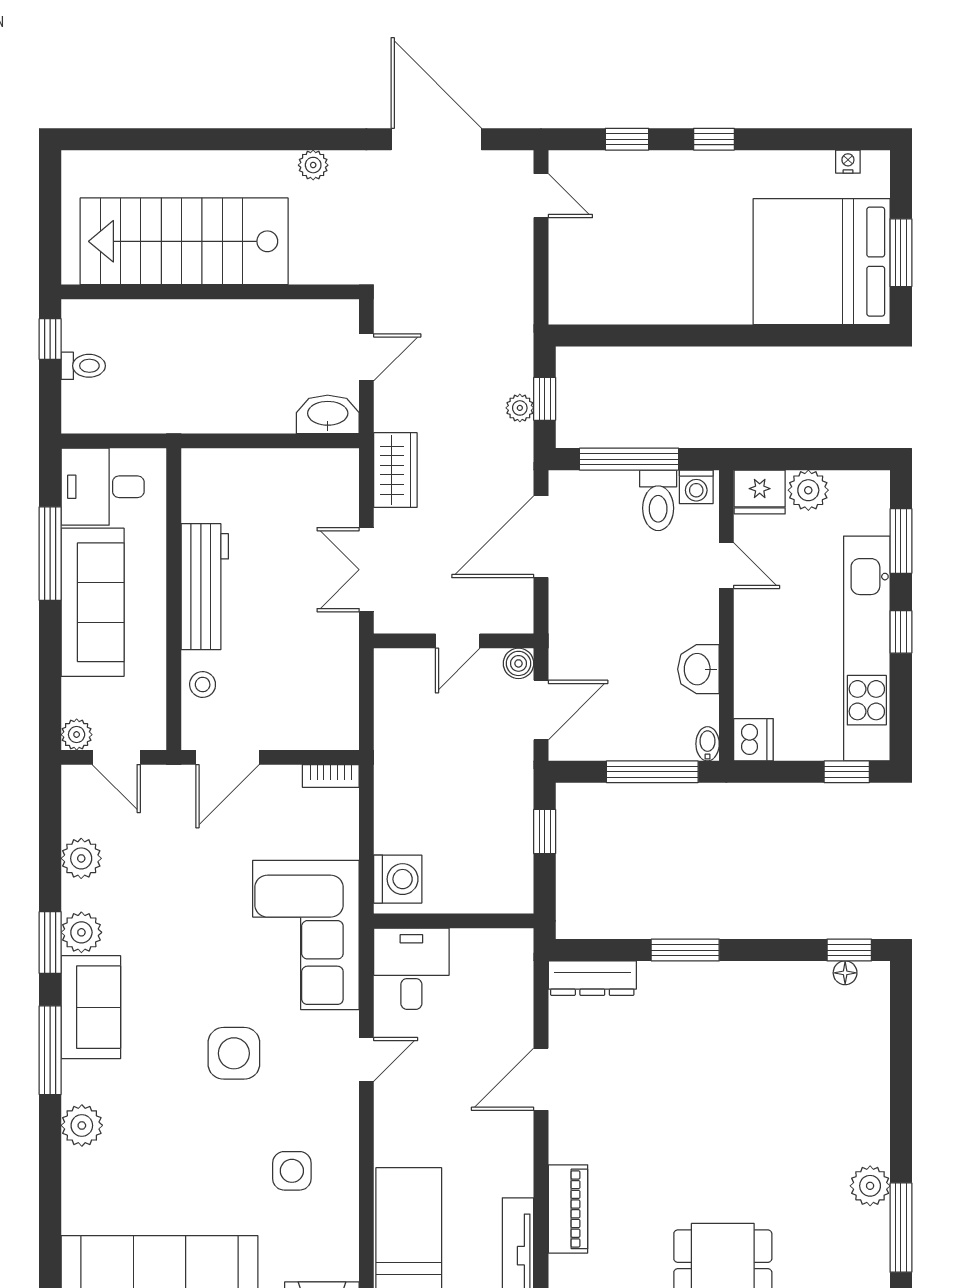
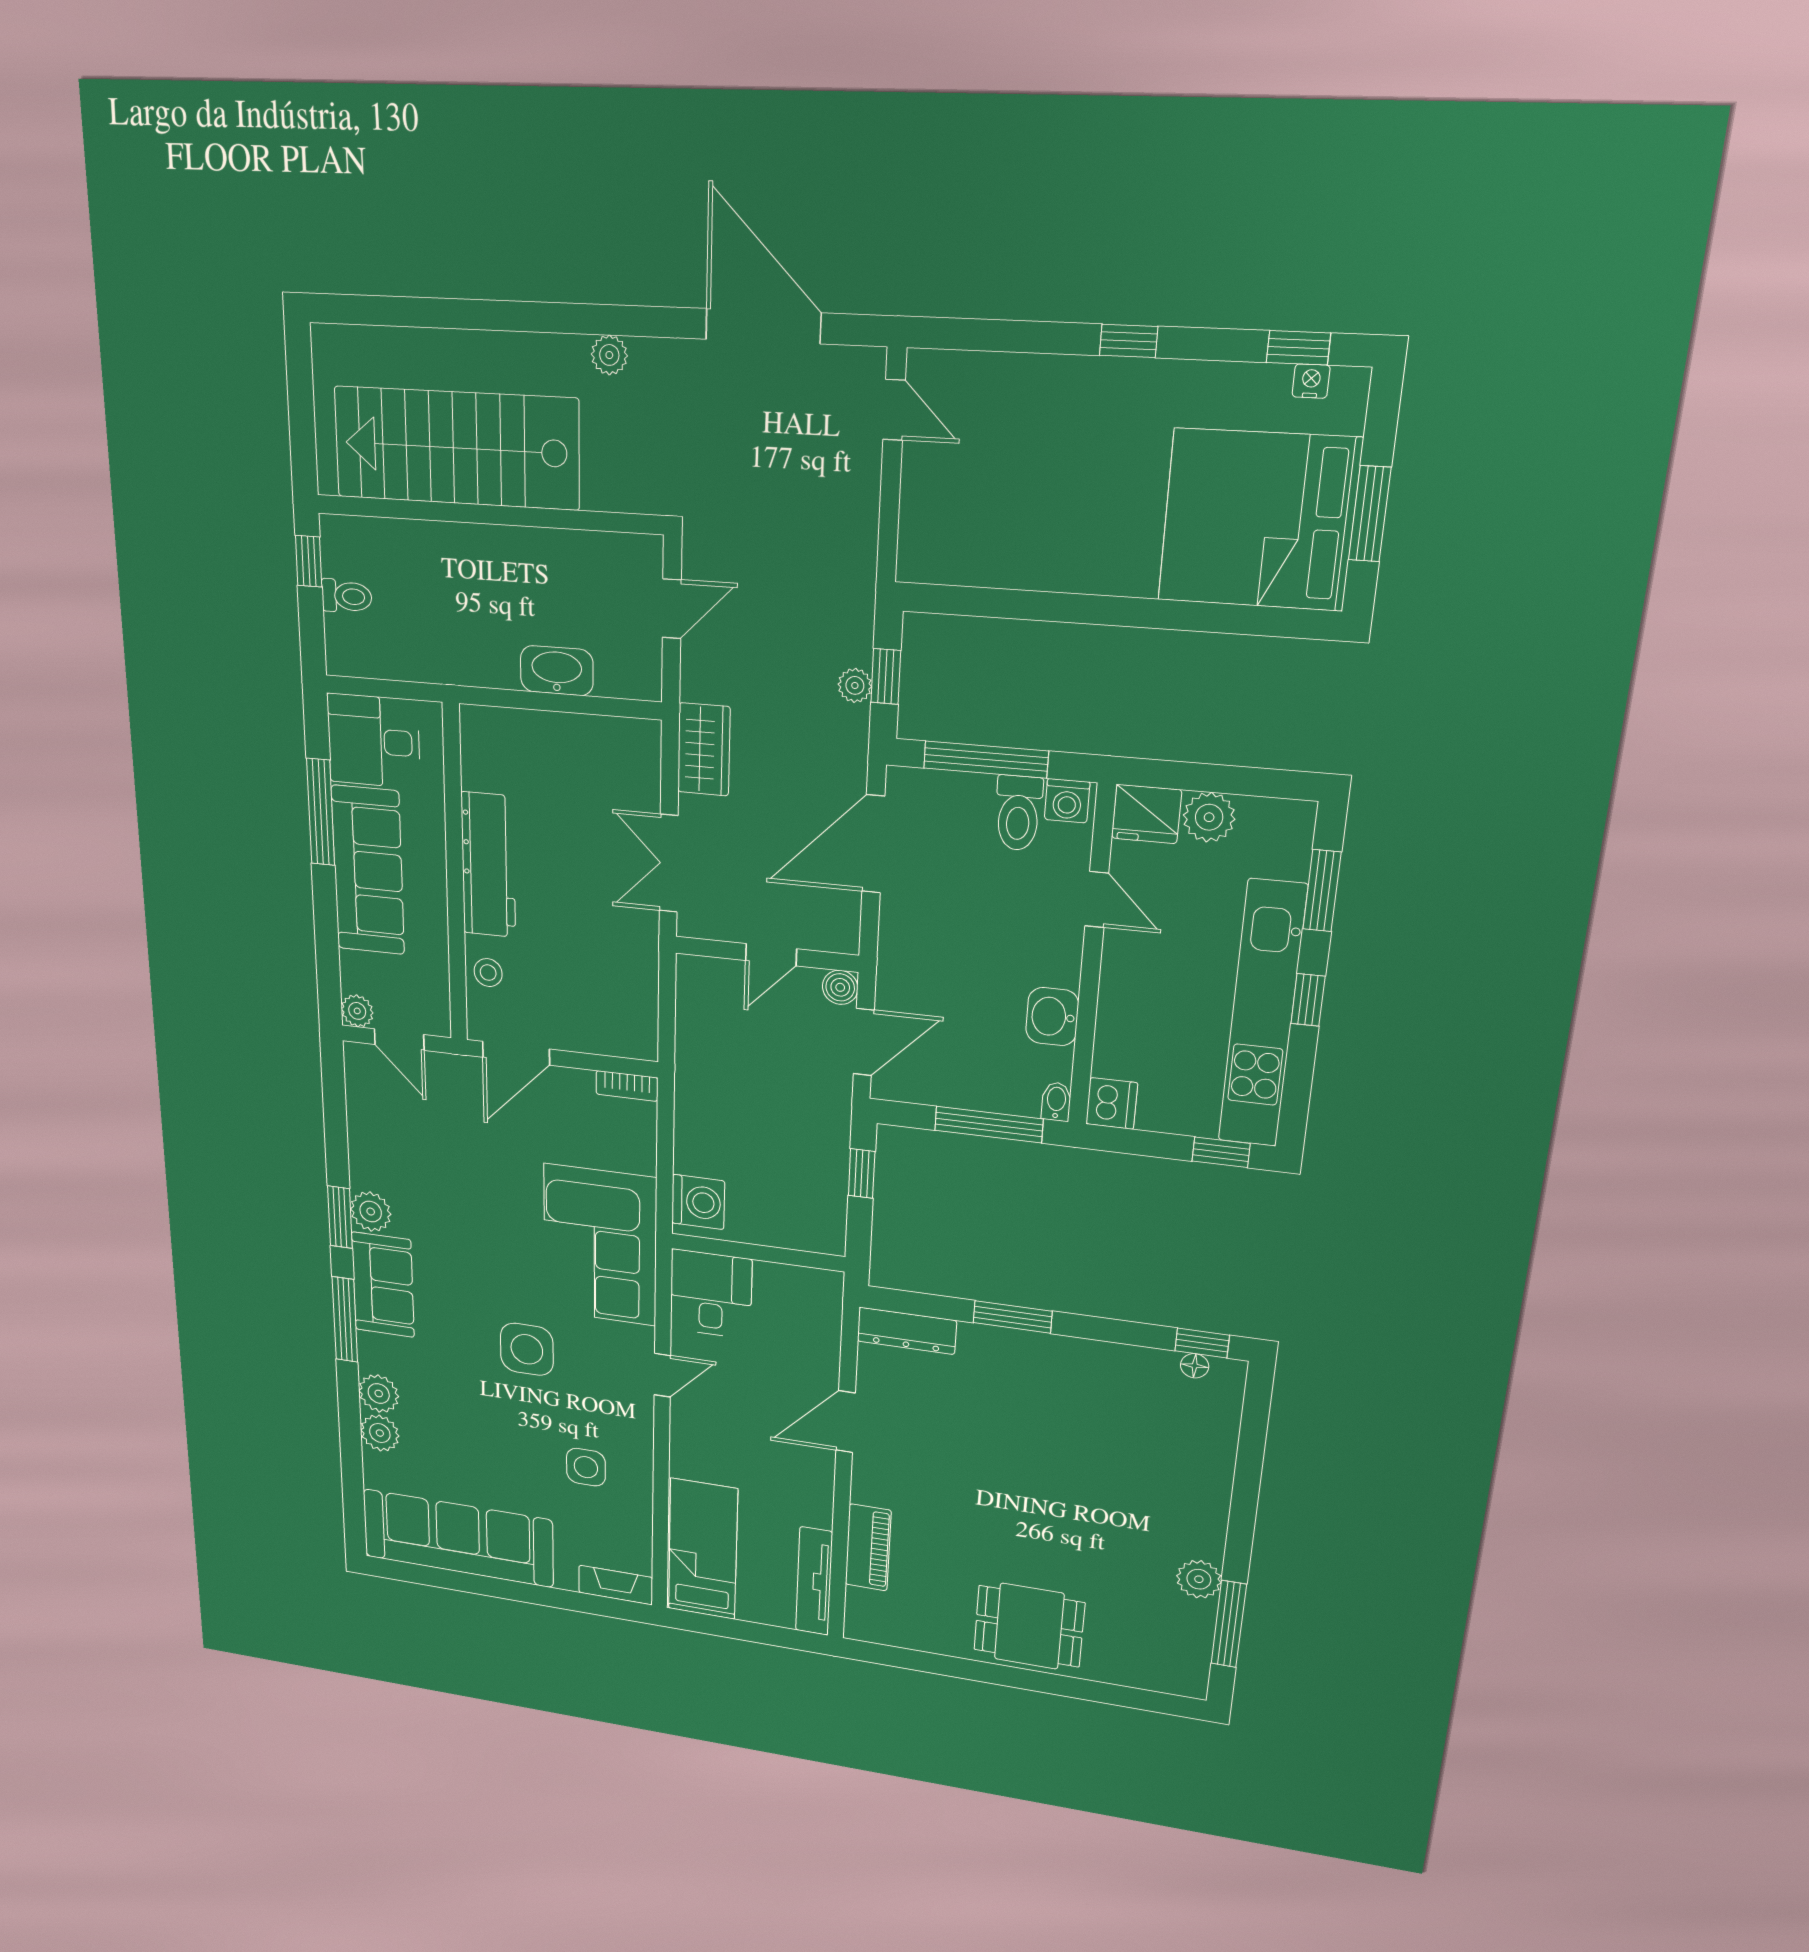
window: (627, 139) -> (1298, 348), moved
washbasin: (328, 414) -> (557, 671), moved
plant: (81, 858) -> (380, 1433), moved

